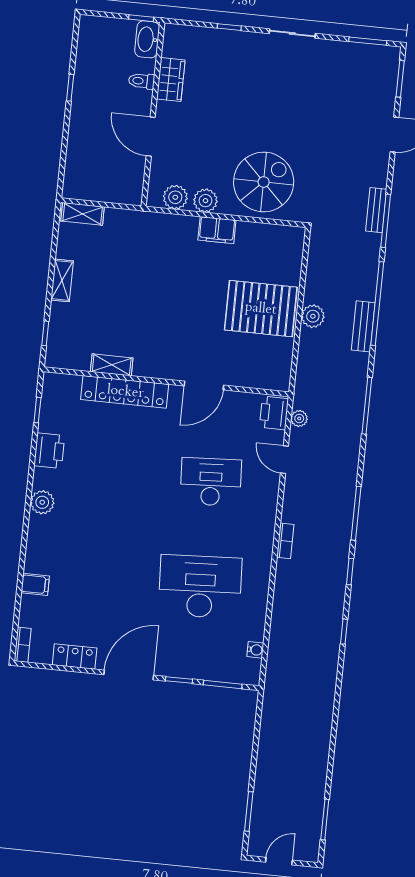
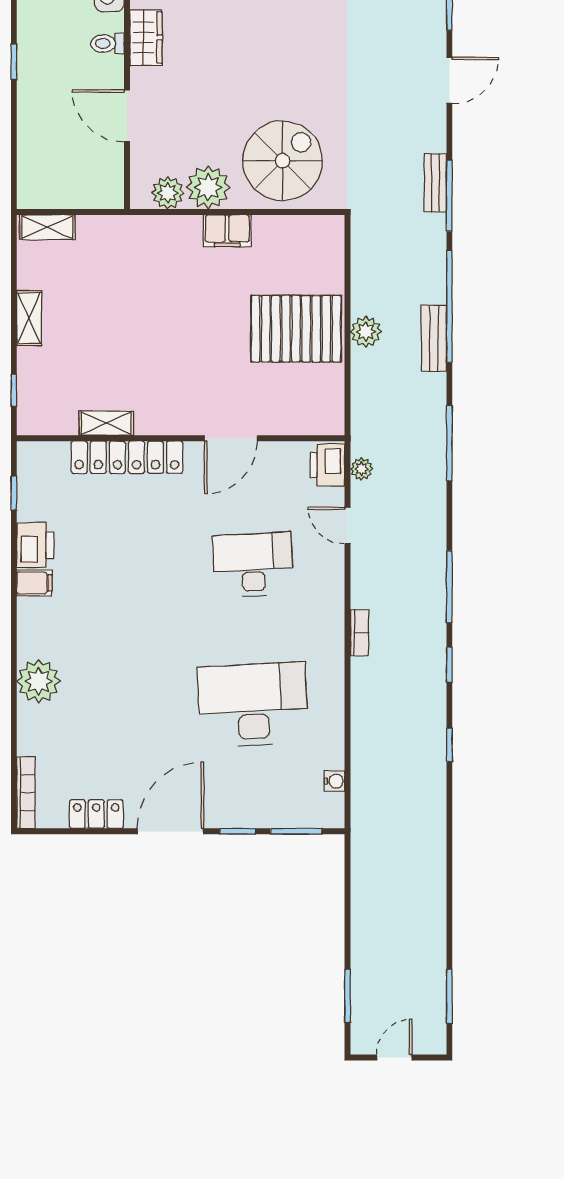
plant: (205, 201) -> (208, 187), width x1.36, depth x1.36
plant: (42, 502) -> (38, 681), moved, width x1.36, depth x1.36
filing cabinet: (35, 584) -> (34, 583), moved
bookcase: (23, 645) -> (26, 793), width x1.56

